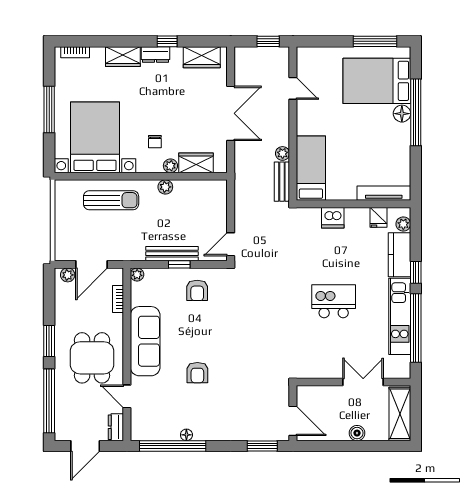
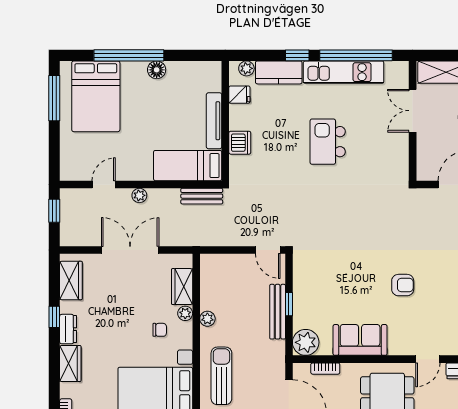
floor lamp: (402, 114) -> (157, 70), moved
plant: (283, 153) -> (139, 195), moved
tv unit: (384, 193) -> (214, 121), moved
plant: (137, 275) -> (306, 342), width x1.88, depth x1.88
armchair: (197, 290) -> (316, 285), removed
sofa: (145, 341) -> (360, 340), width x0.73

